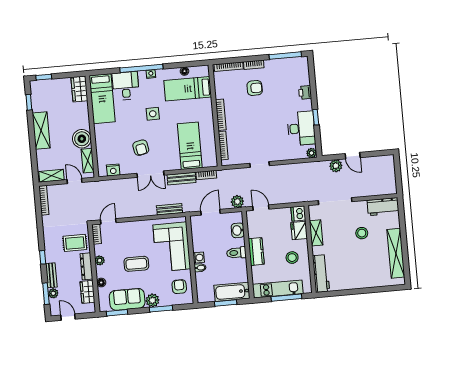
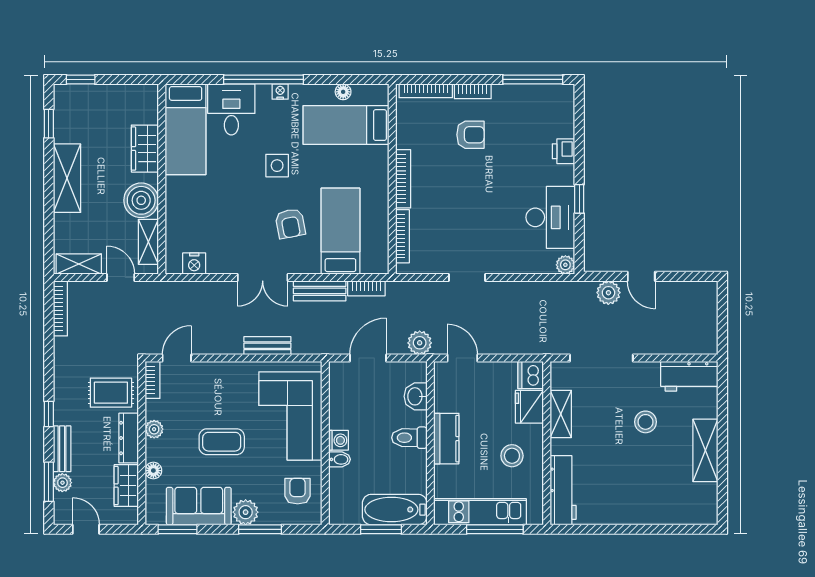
wardrobe: (79, 89) -> (145, 149), moved
armchair: (141, 148) -> (290, 223), moved
bench: (169, 209) -> (267, 346), moved
shelving: (396, 253) -> (705, 450), width x0.68

